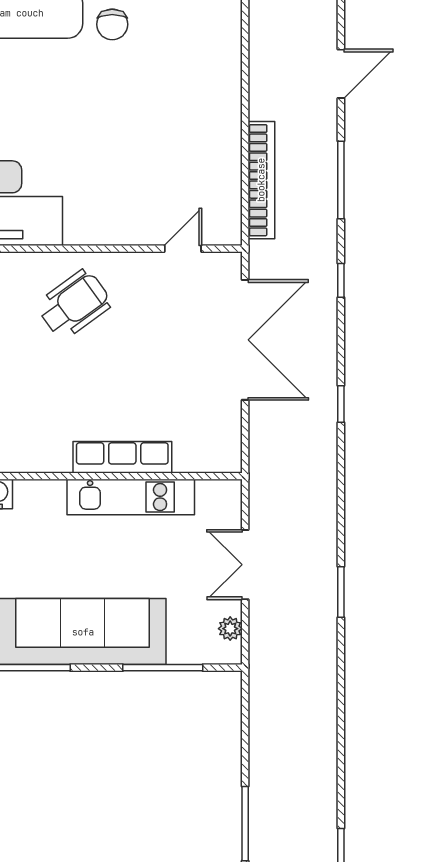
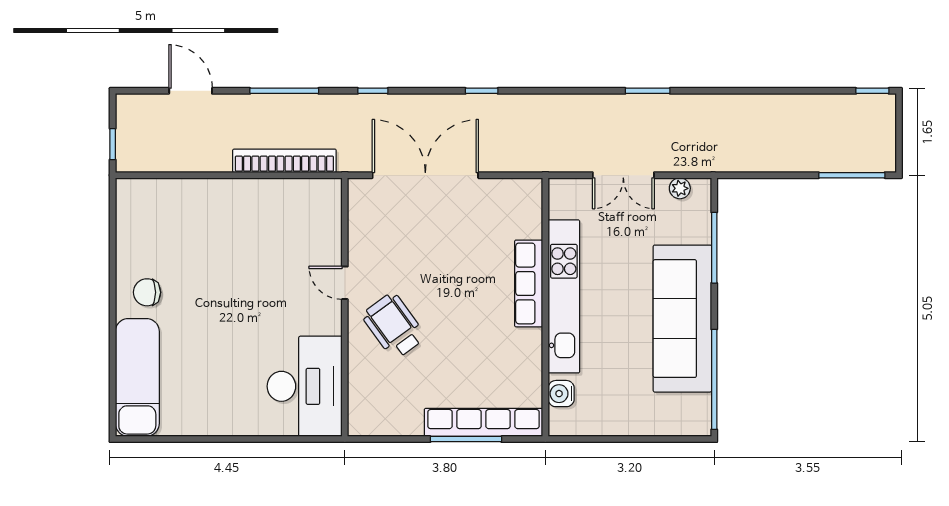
chair: (112, 24) -> (147, 292), turned 180
door: (183, 249) -> (345, 283), moved
kitchen unit: (131, 497) -> (564, 296), width x1.36

